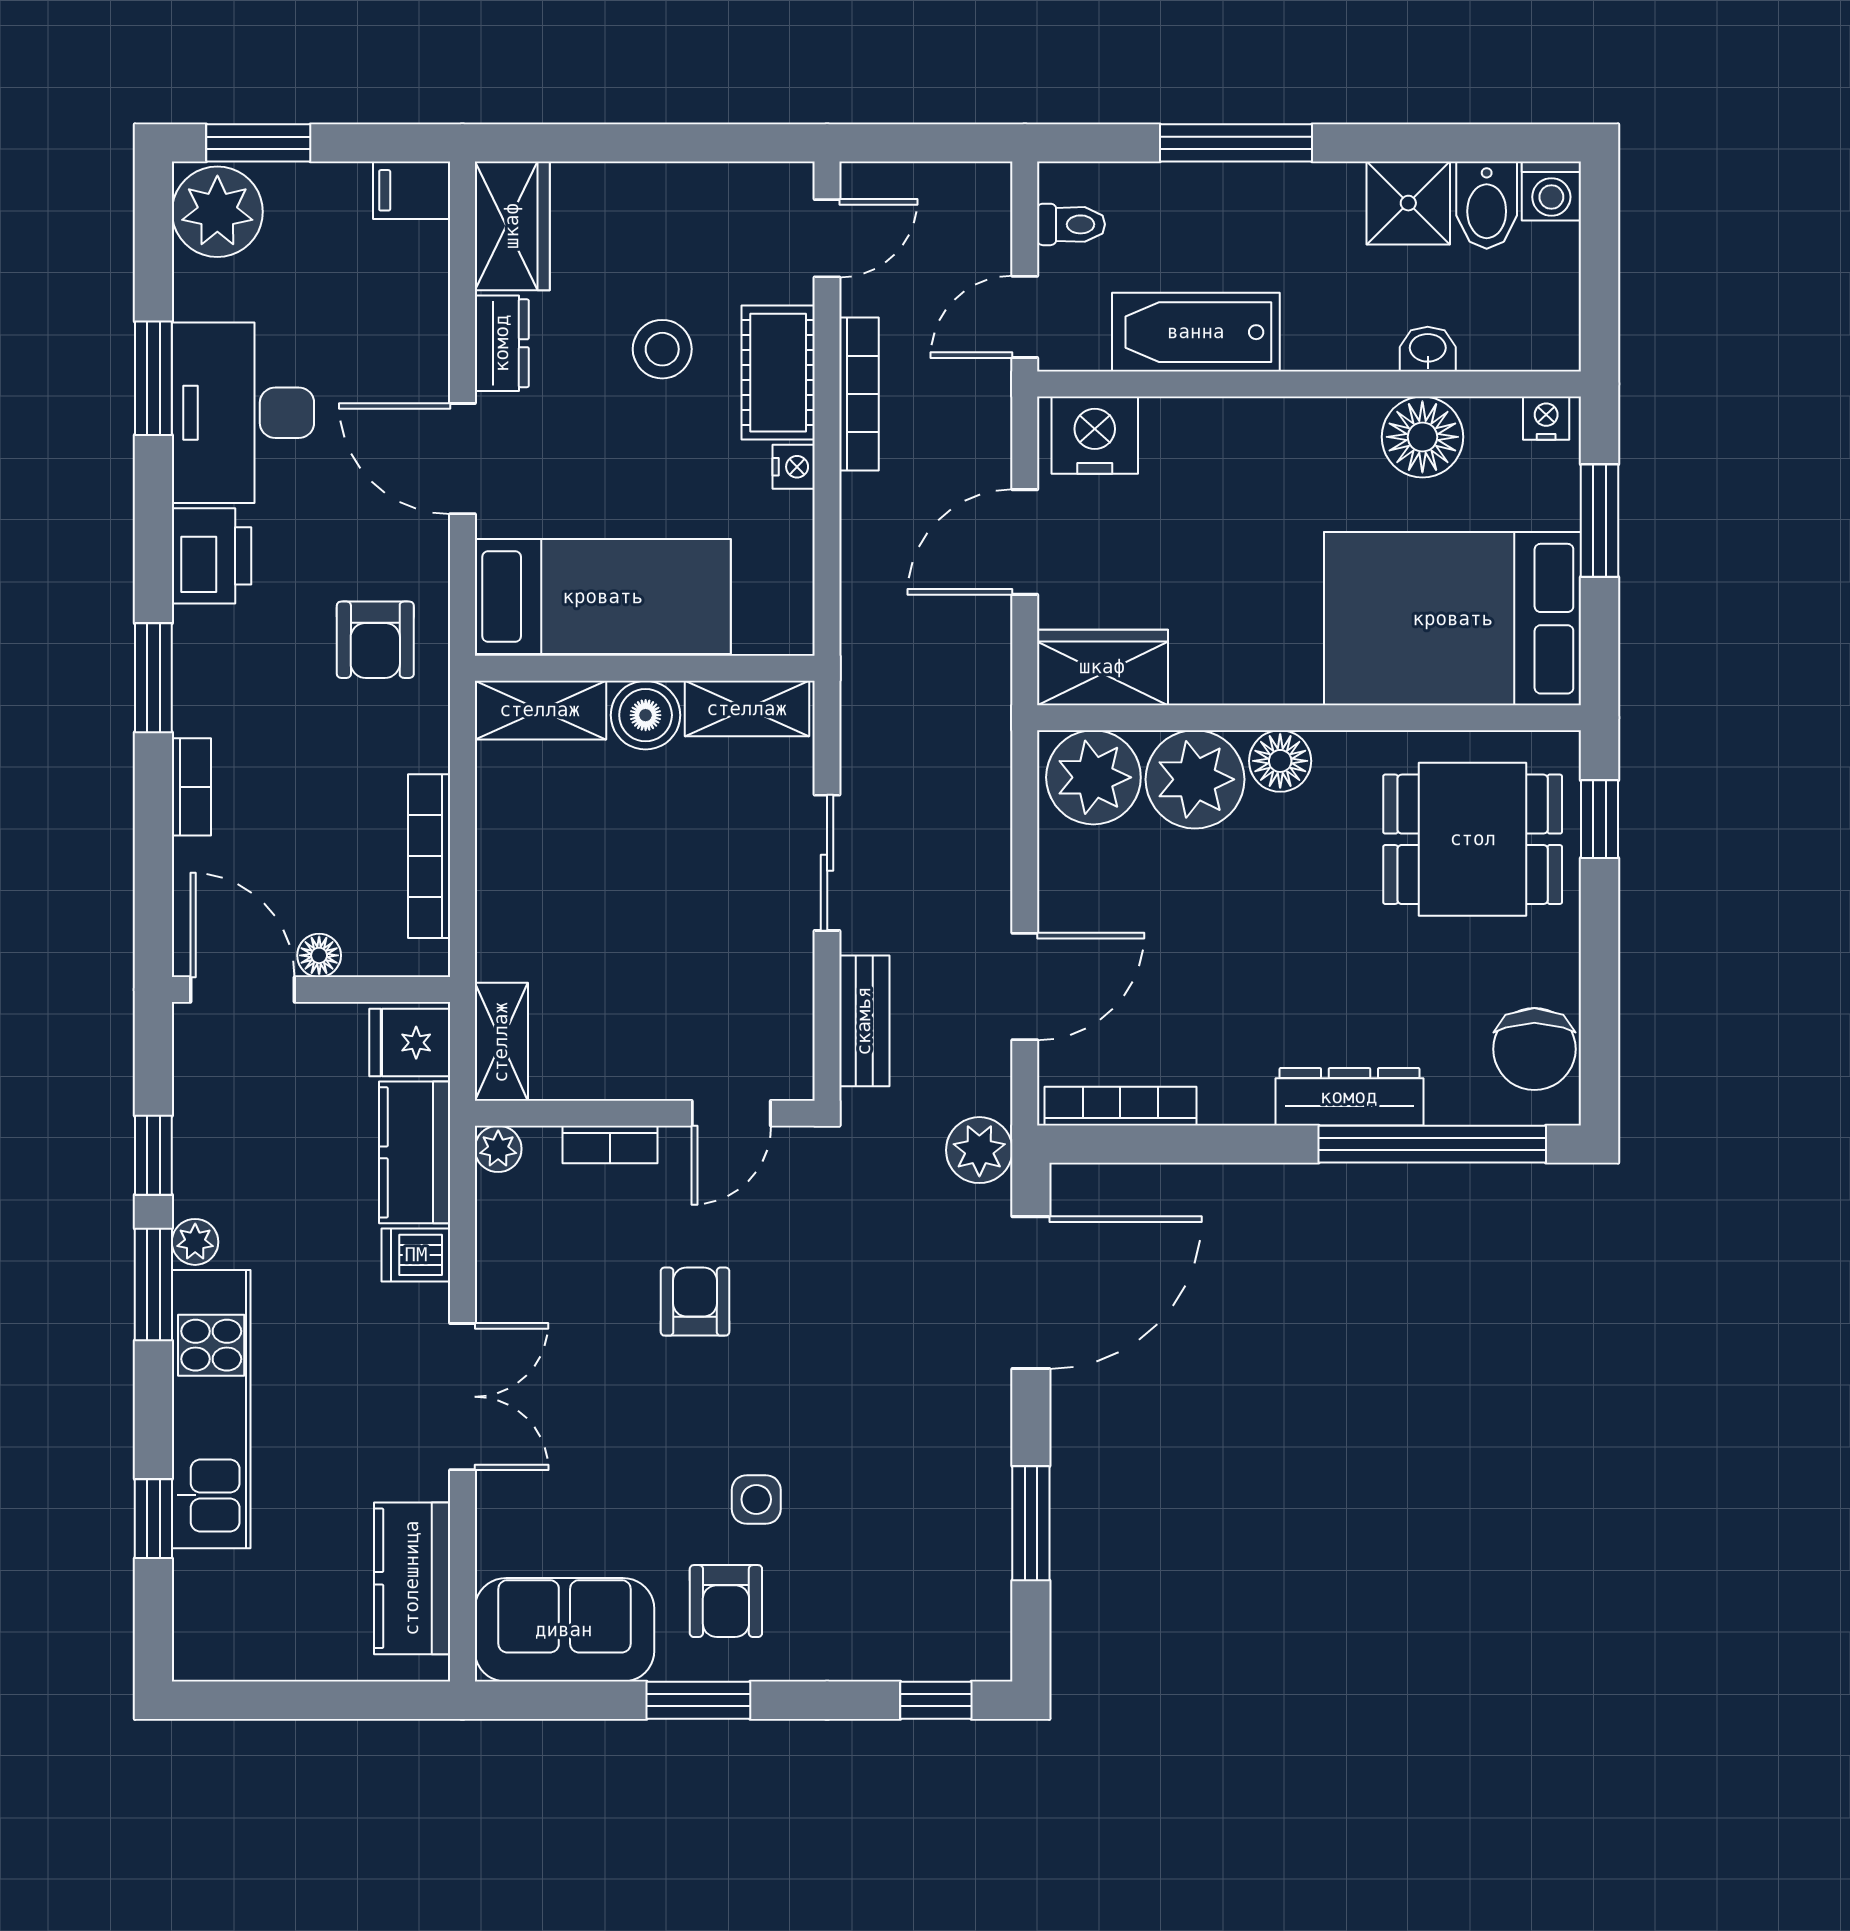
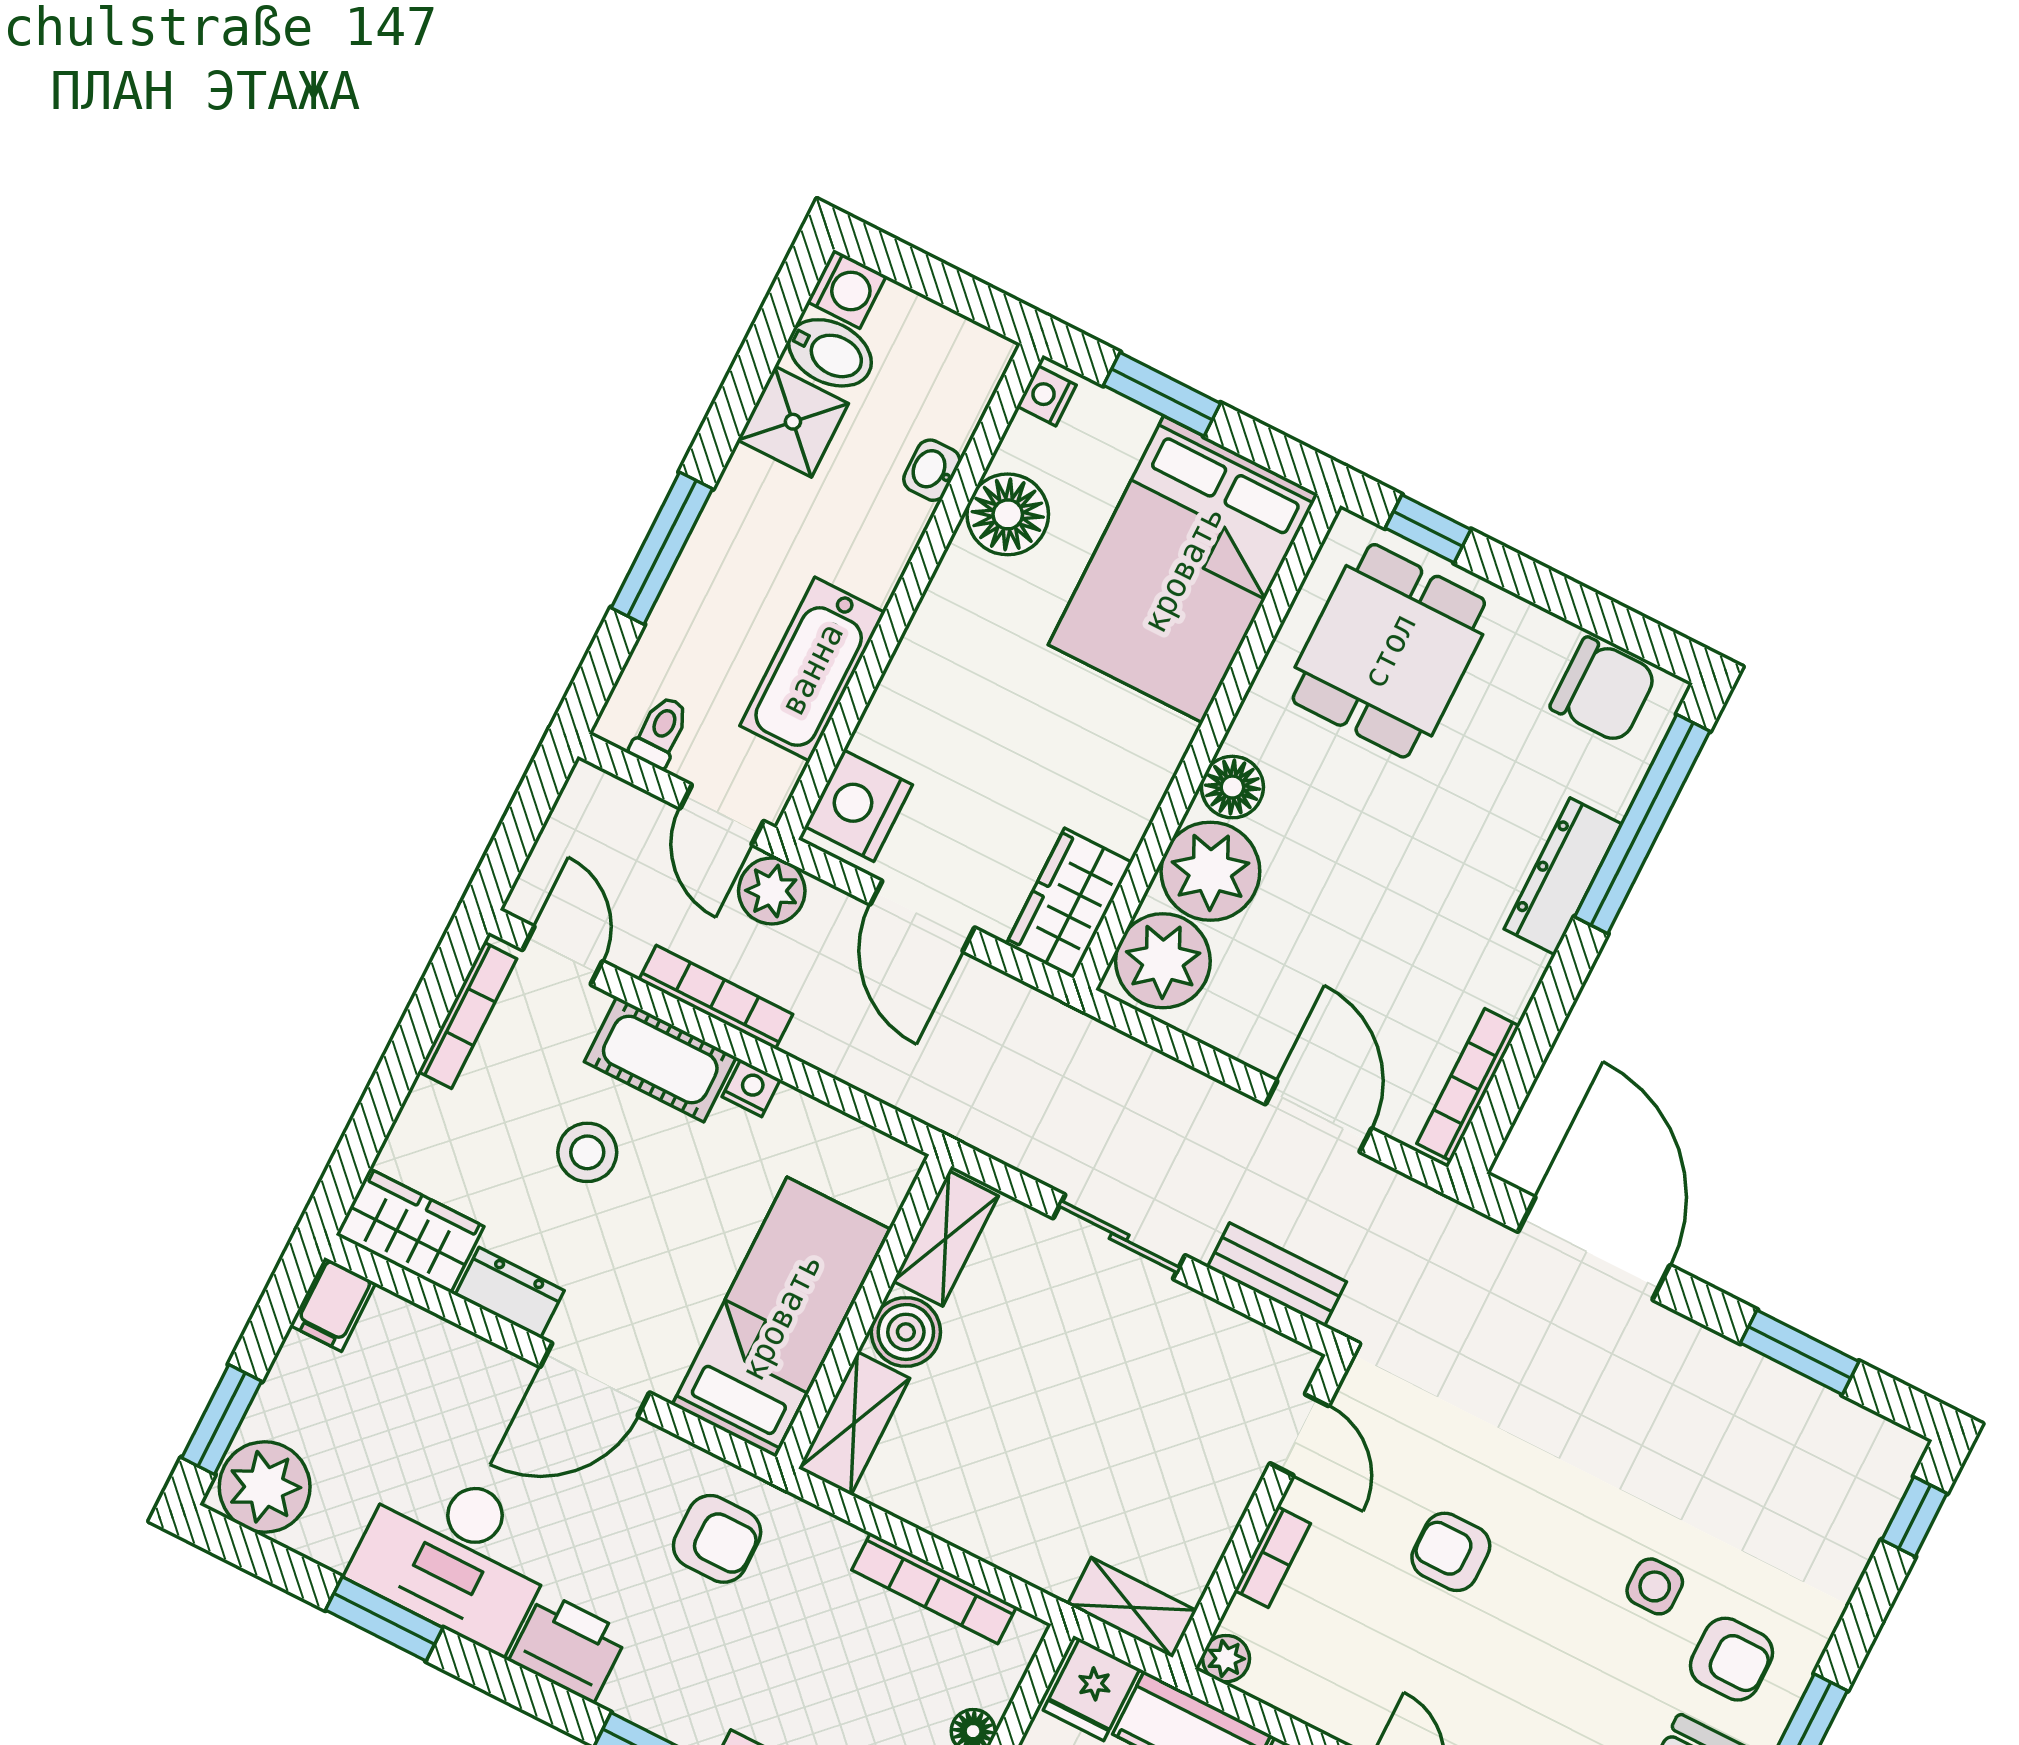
bookcase: (731, 180) -> (467, 1015), added
plant: (979, 1150) -> (772, 891), moved

